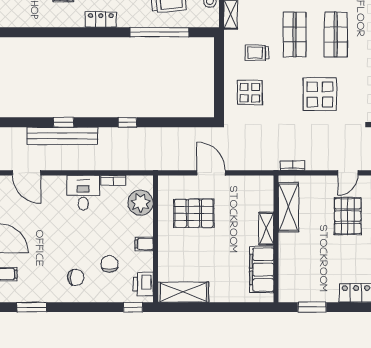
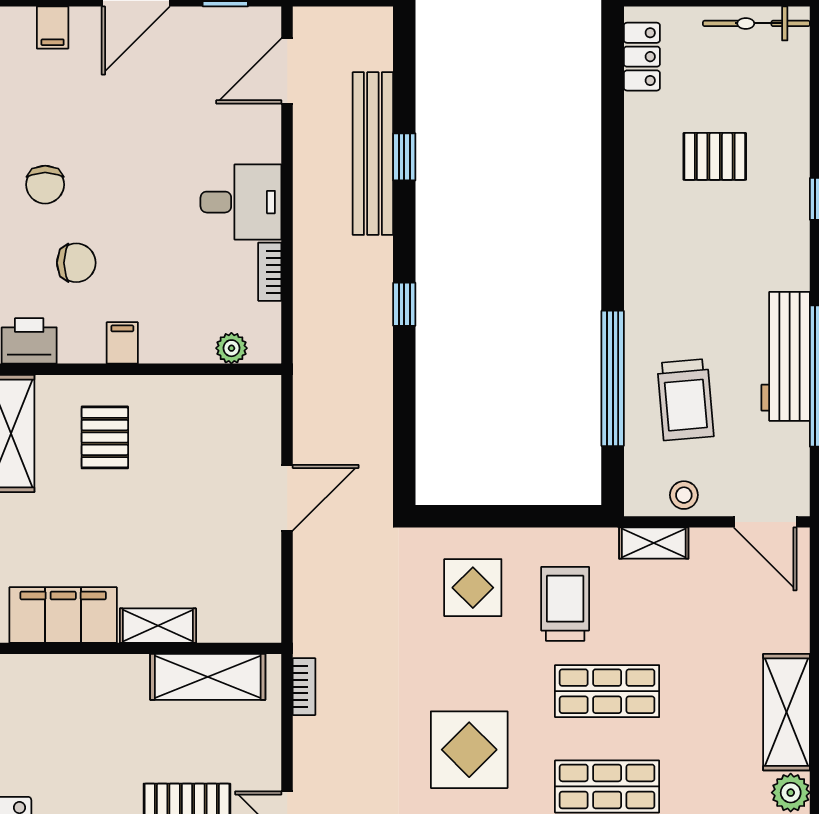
locker: (101, 20) -> (642, 57), moved
trolley: (257, 53) -> (565, 604), width x1.36, depth x1.39
plant: (141, 203) -> (231, 348), width x0.53, depth x0.53
pallet: (194, 213) -> (105, 437), moved, width x0.67, depth x0.71

